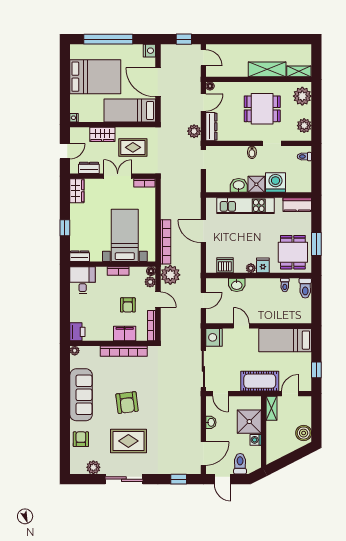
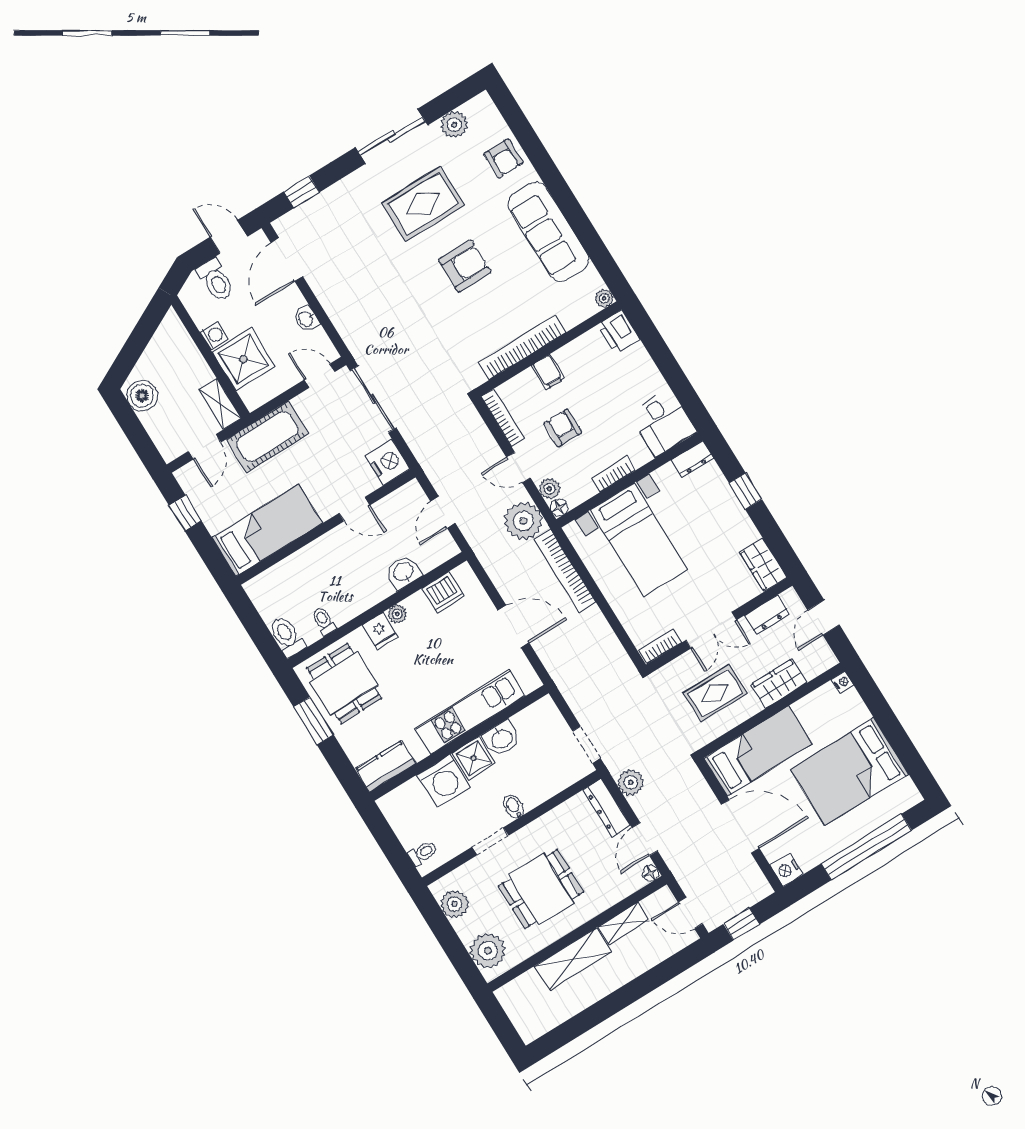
shelving: (299, 71) -> (623, 923), moved
filing cabinet: (125, 334) -> (548, 372), width x0.50
armchair: (127, 403) -> (465, 266), turned 97

